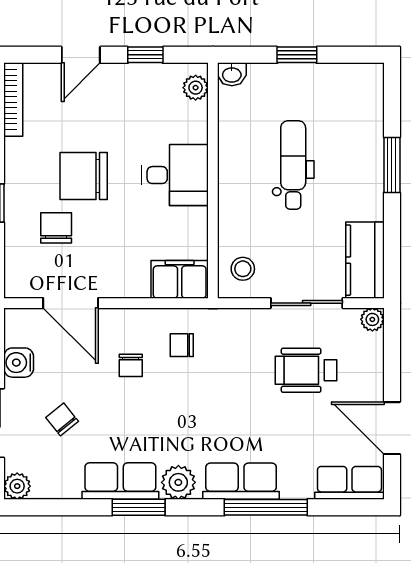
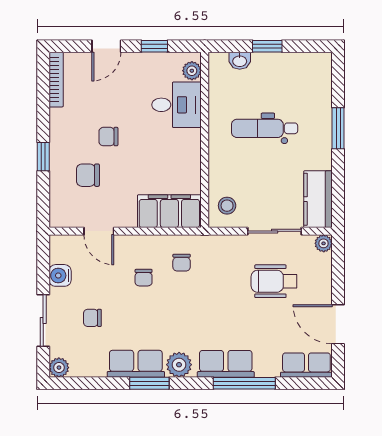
washbasin: (232, 74) -> (240, 61), moved
dental chair: (293, 165) -> (265, 128), turned -90
desk: (175, 175) -> (177, 105), moved
chair: (84, 176) -> (108, 137), width x0.54, depth x0.54
chair: (56, 228) -> (88, 175), turned -90
filing cabinet: (180, 279) -> (169, 211), width x1.50, depth x1.17
door: (71, 303) -> (99, 231), width x0.73
chair: (182, 345) -> (182, 263), turned -90
chair: (62, 419) -> (92, 318), turned -51

